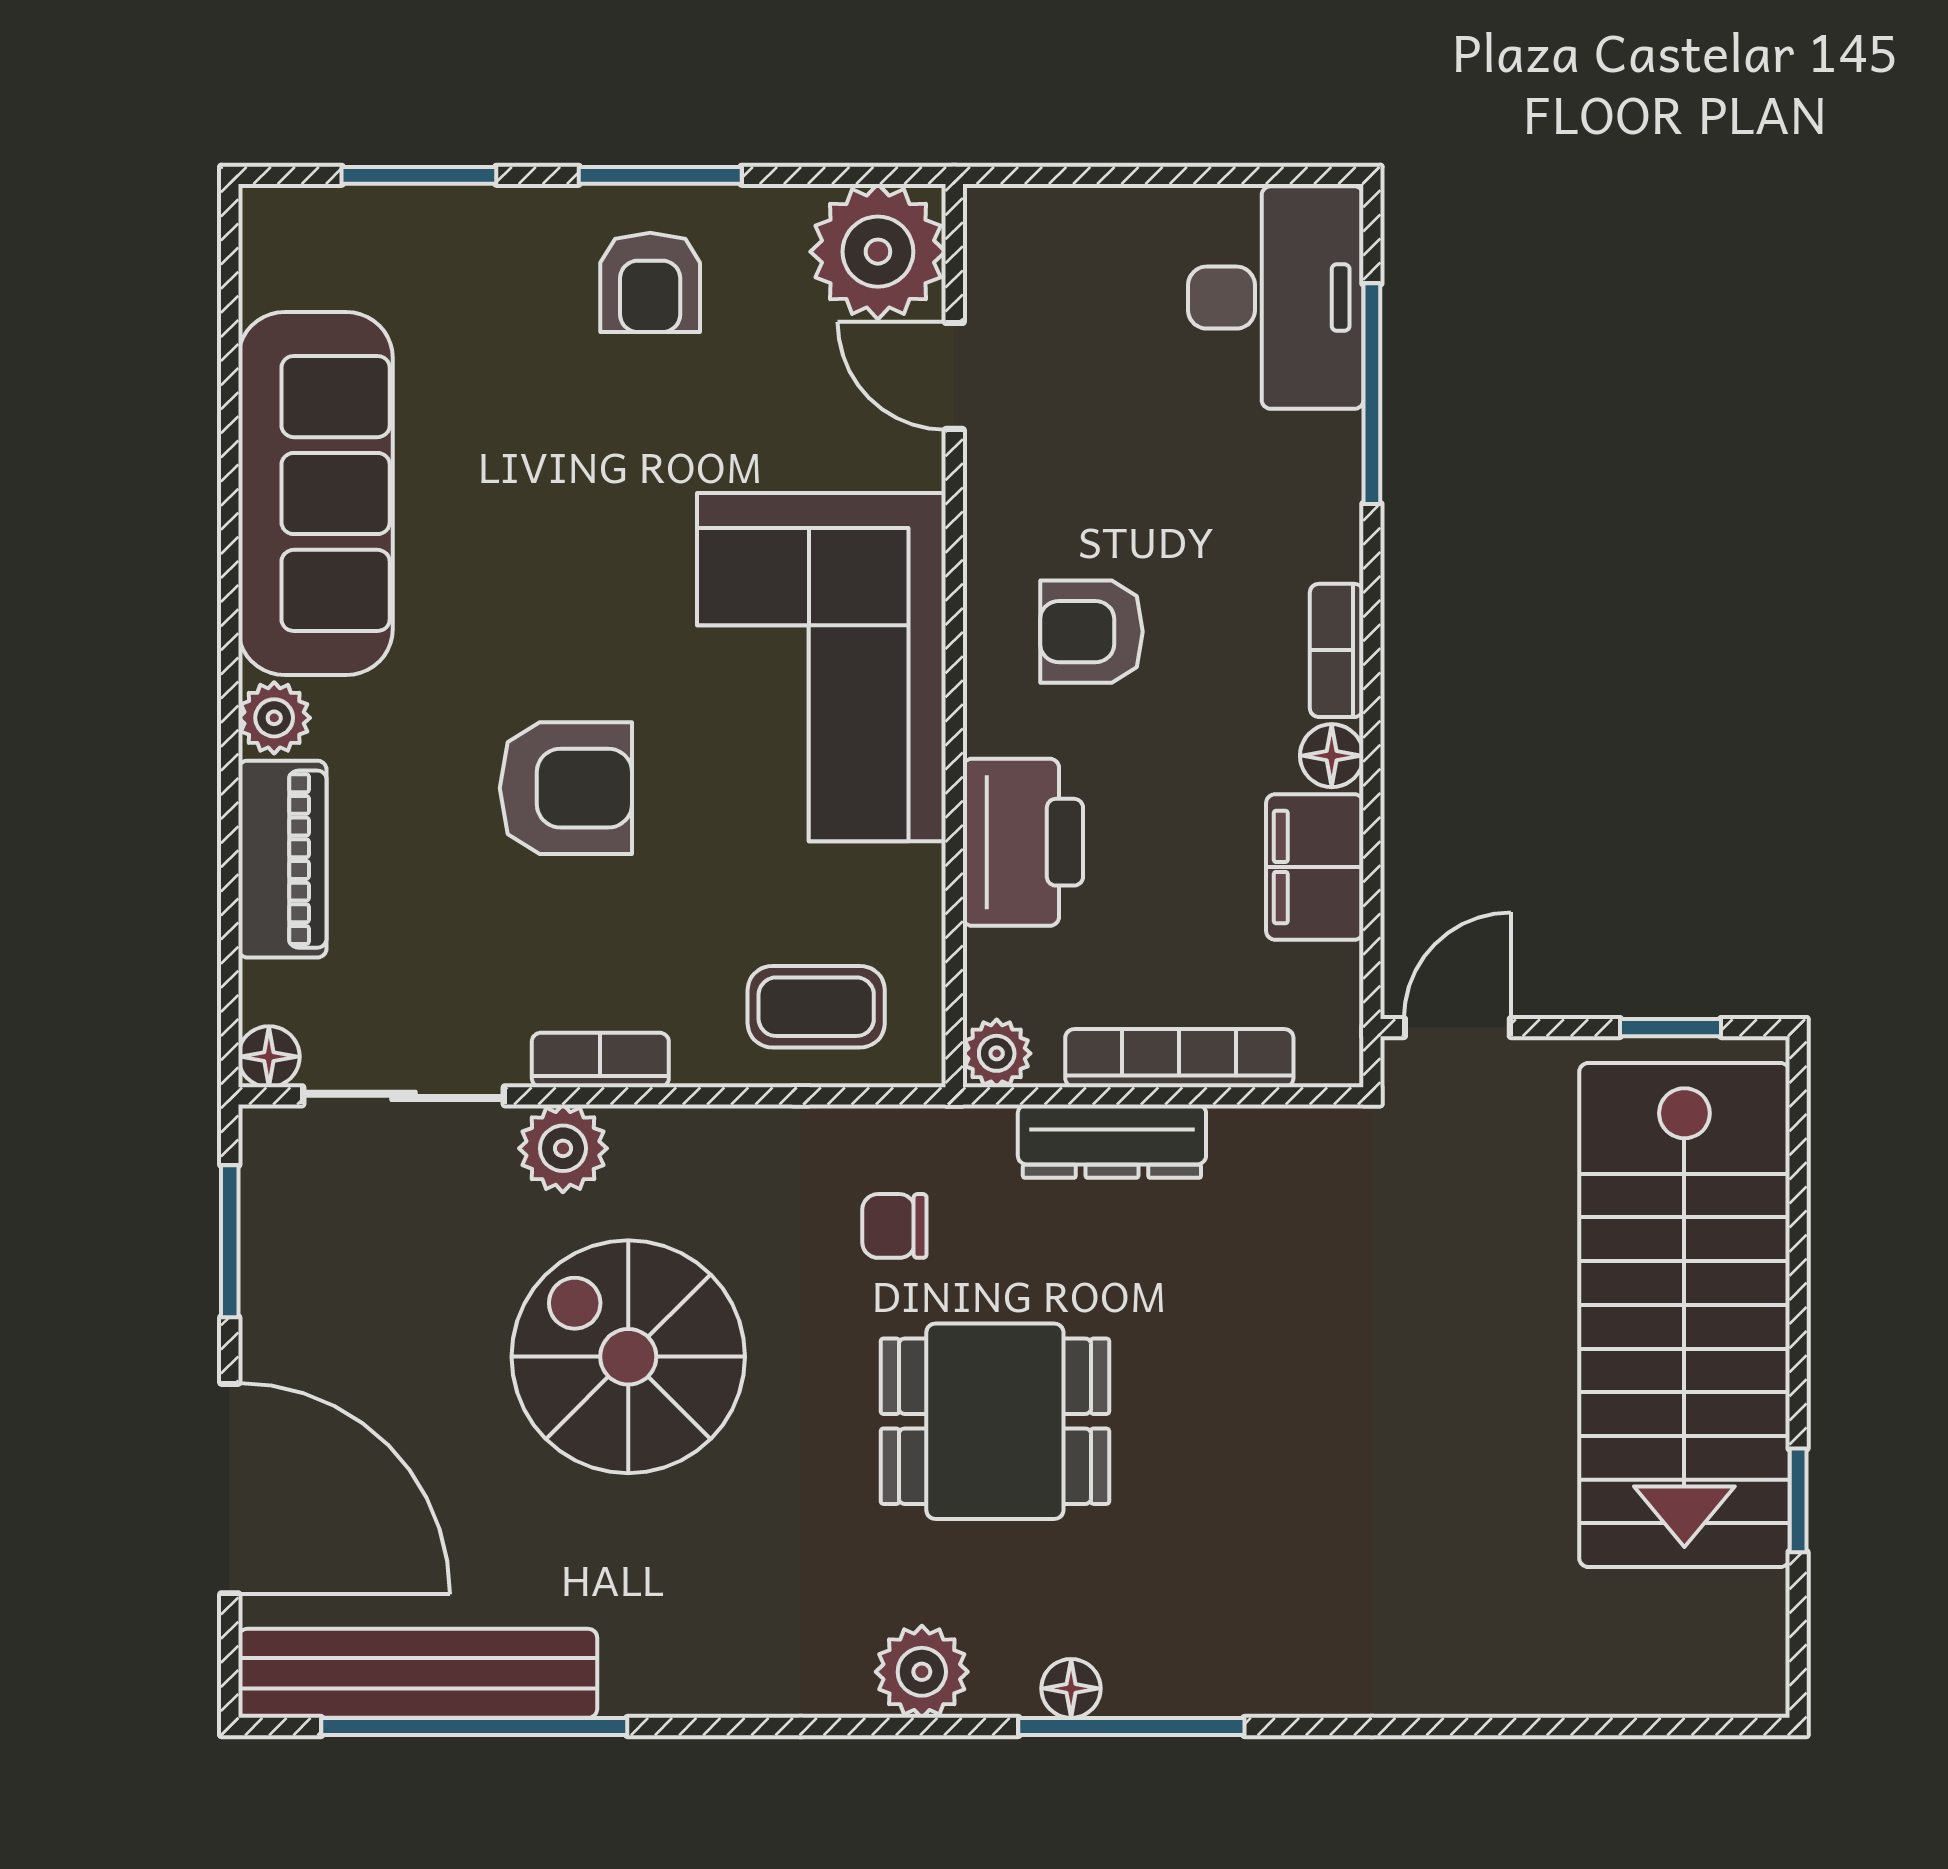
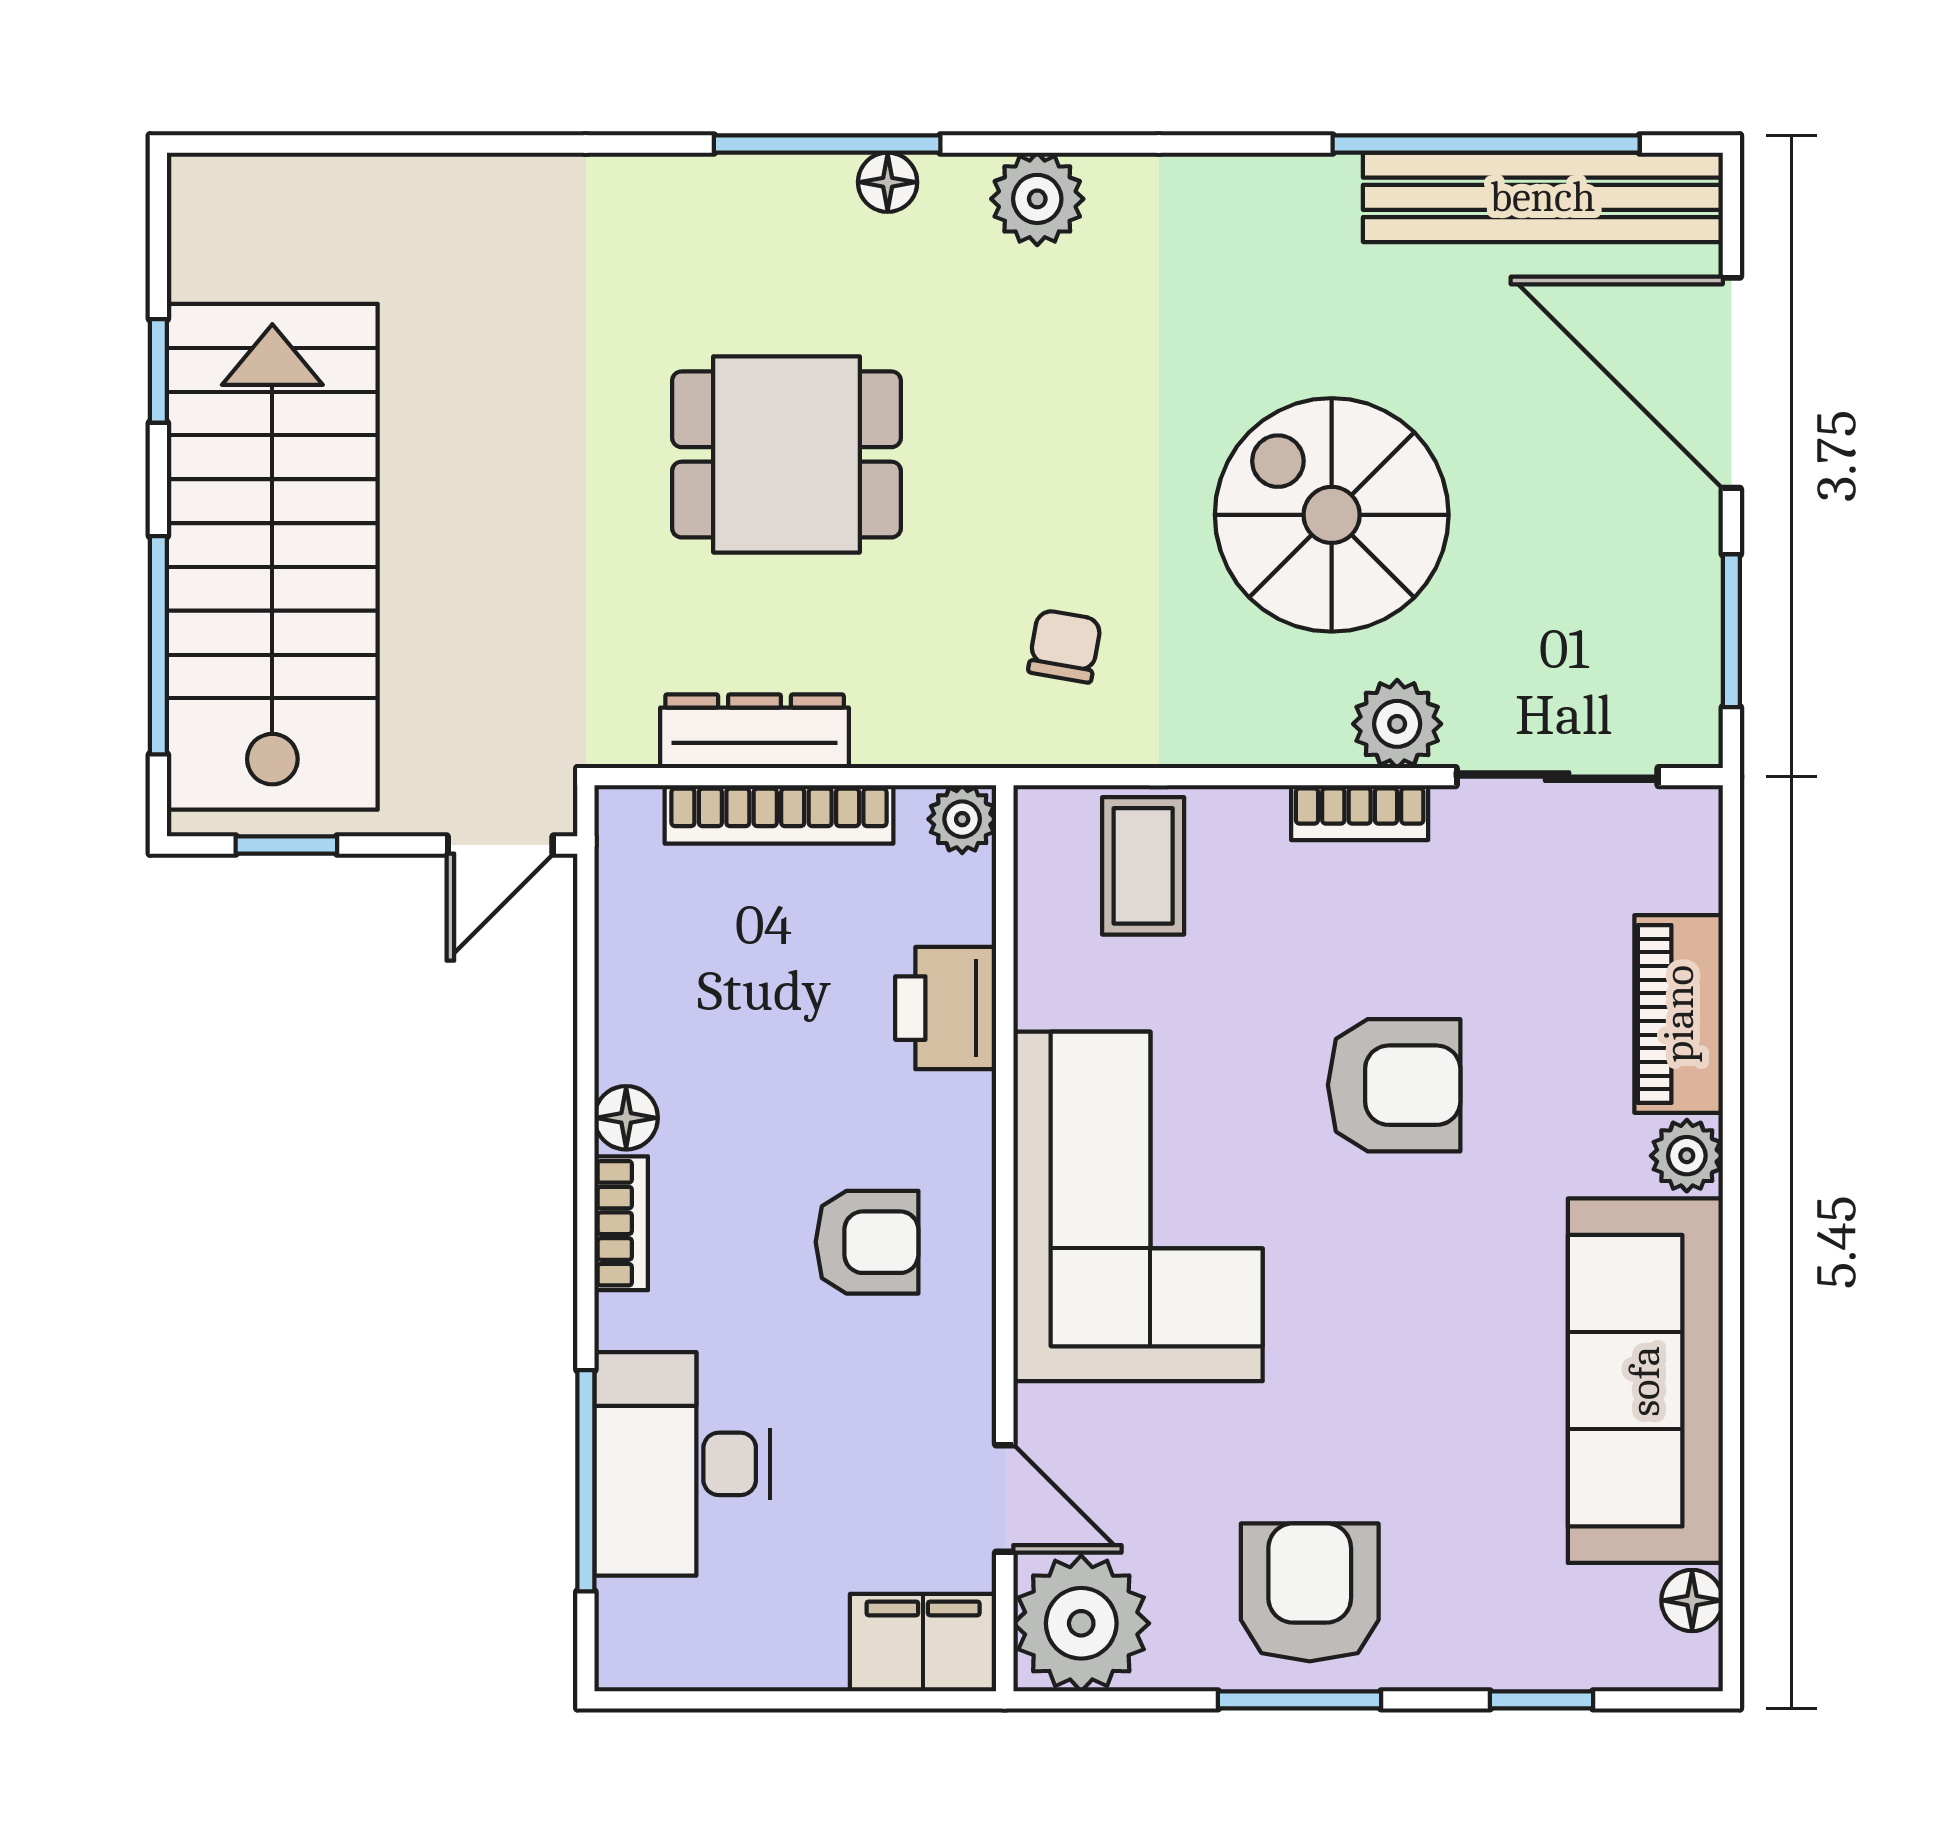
window: (419, 175) -> (1542, 1700), width x0.67
armchair: (650, 282) -> (1310, 1592), width x1.38, depth x1.38
desk: (1276, 298) -> (682, 1464), moved
armchair: (566, 788) -> (1394, 1085), turned 180
printer: (1023, 842) -> (946, 1008), width x0.73, depth x0.84
filing cabinet: (1315, 867) -> (923, 1643), moved, turned -90
coffee table: (816, 1007) -> (1143, 866), turned 90
floor lamp: (269, 1057) -> (1692, 1600), moved
dresser: (1112, 1141) -> (755, 731), moved
chair: (894, 1226) -> (1065, 646), turned -80
window: (1798, 1227) -> (158, 645), added
spiral stairs: (628, 1357) -> (1332, 515), turned 180
dining table: (995, 1421) -> (786, 454), moved

